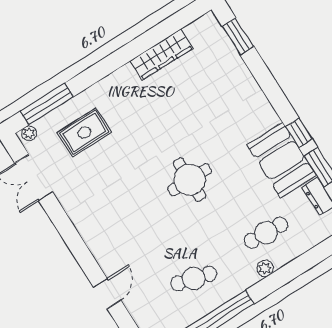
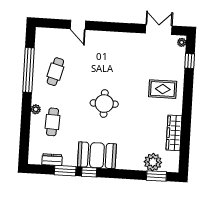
plant: (222, 55) -> (153, 162), added
window: (47, 104) -> (190, 61), width x0.46
rug: (84, 132) -> (163, 89), moved, turned 90
booth: (282, 160) -> (97, 155), moved

